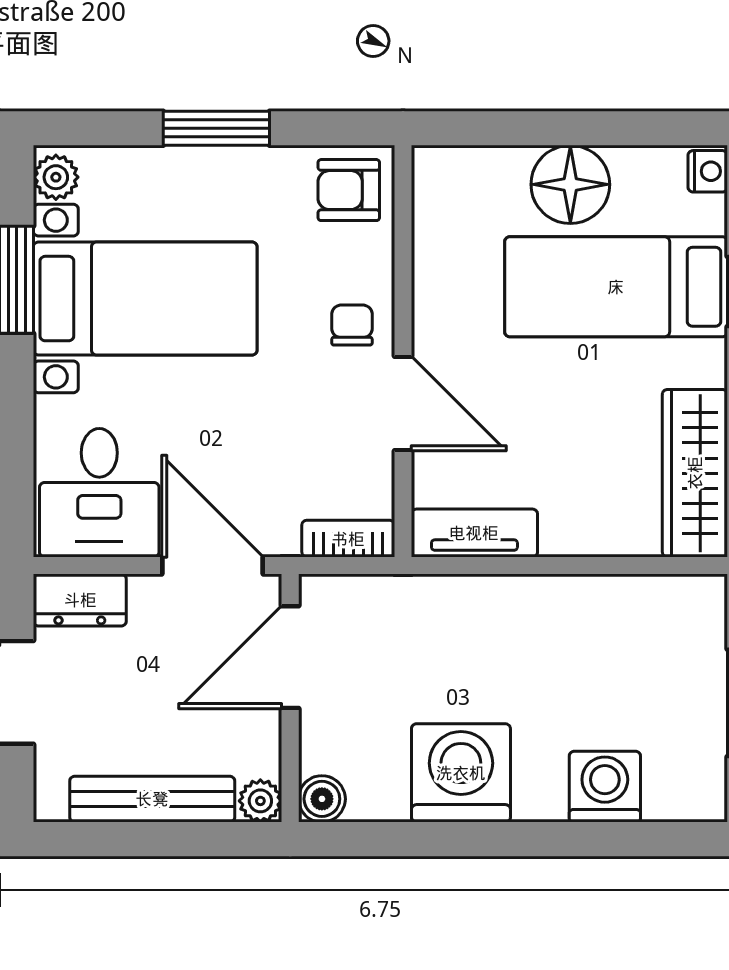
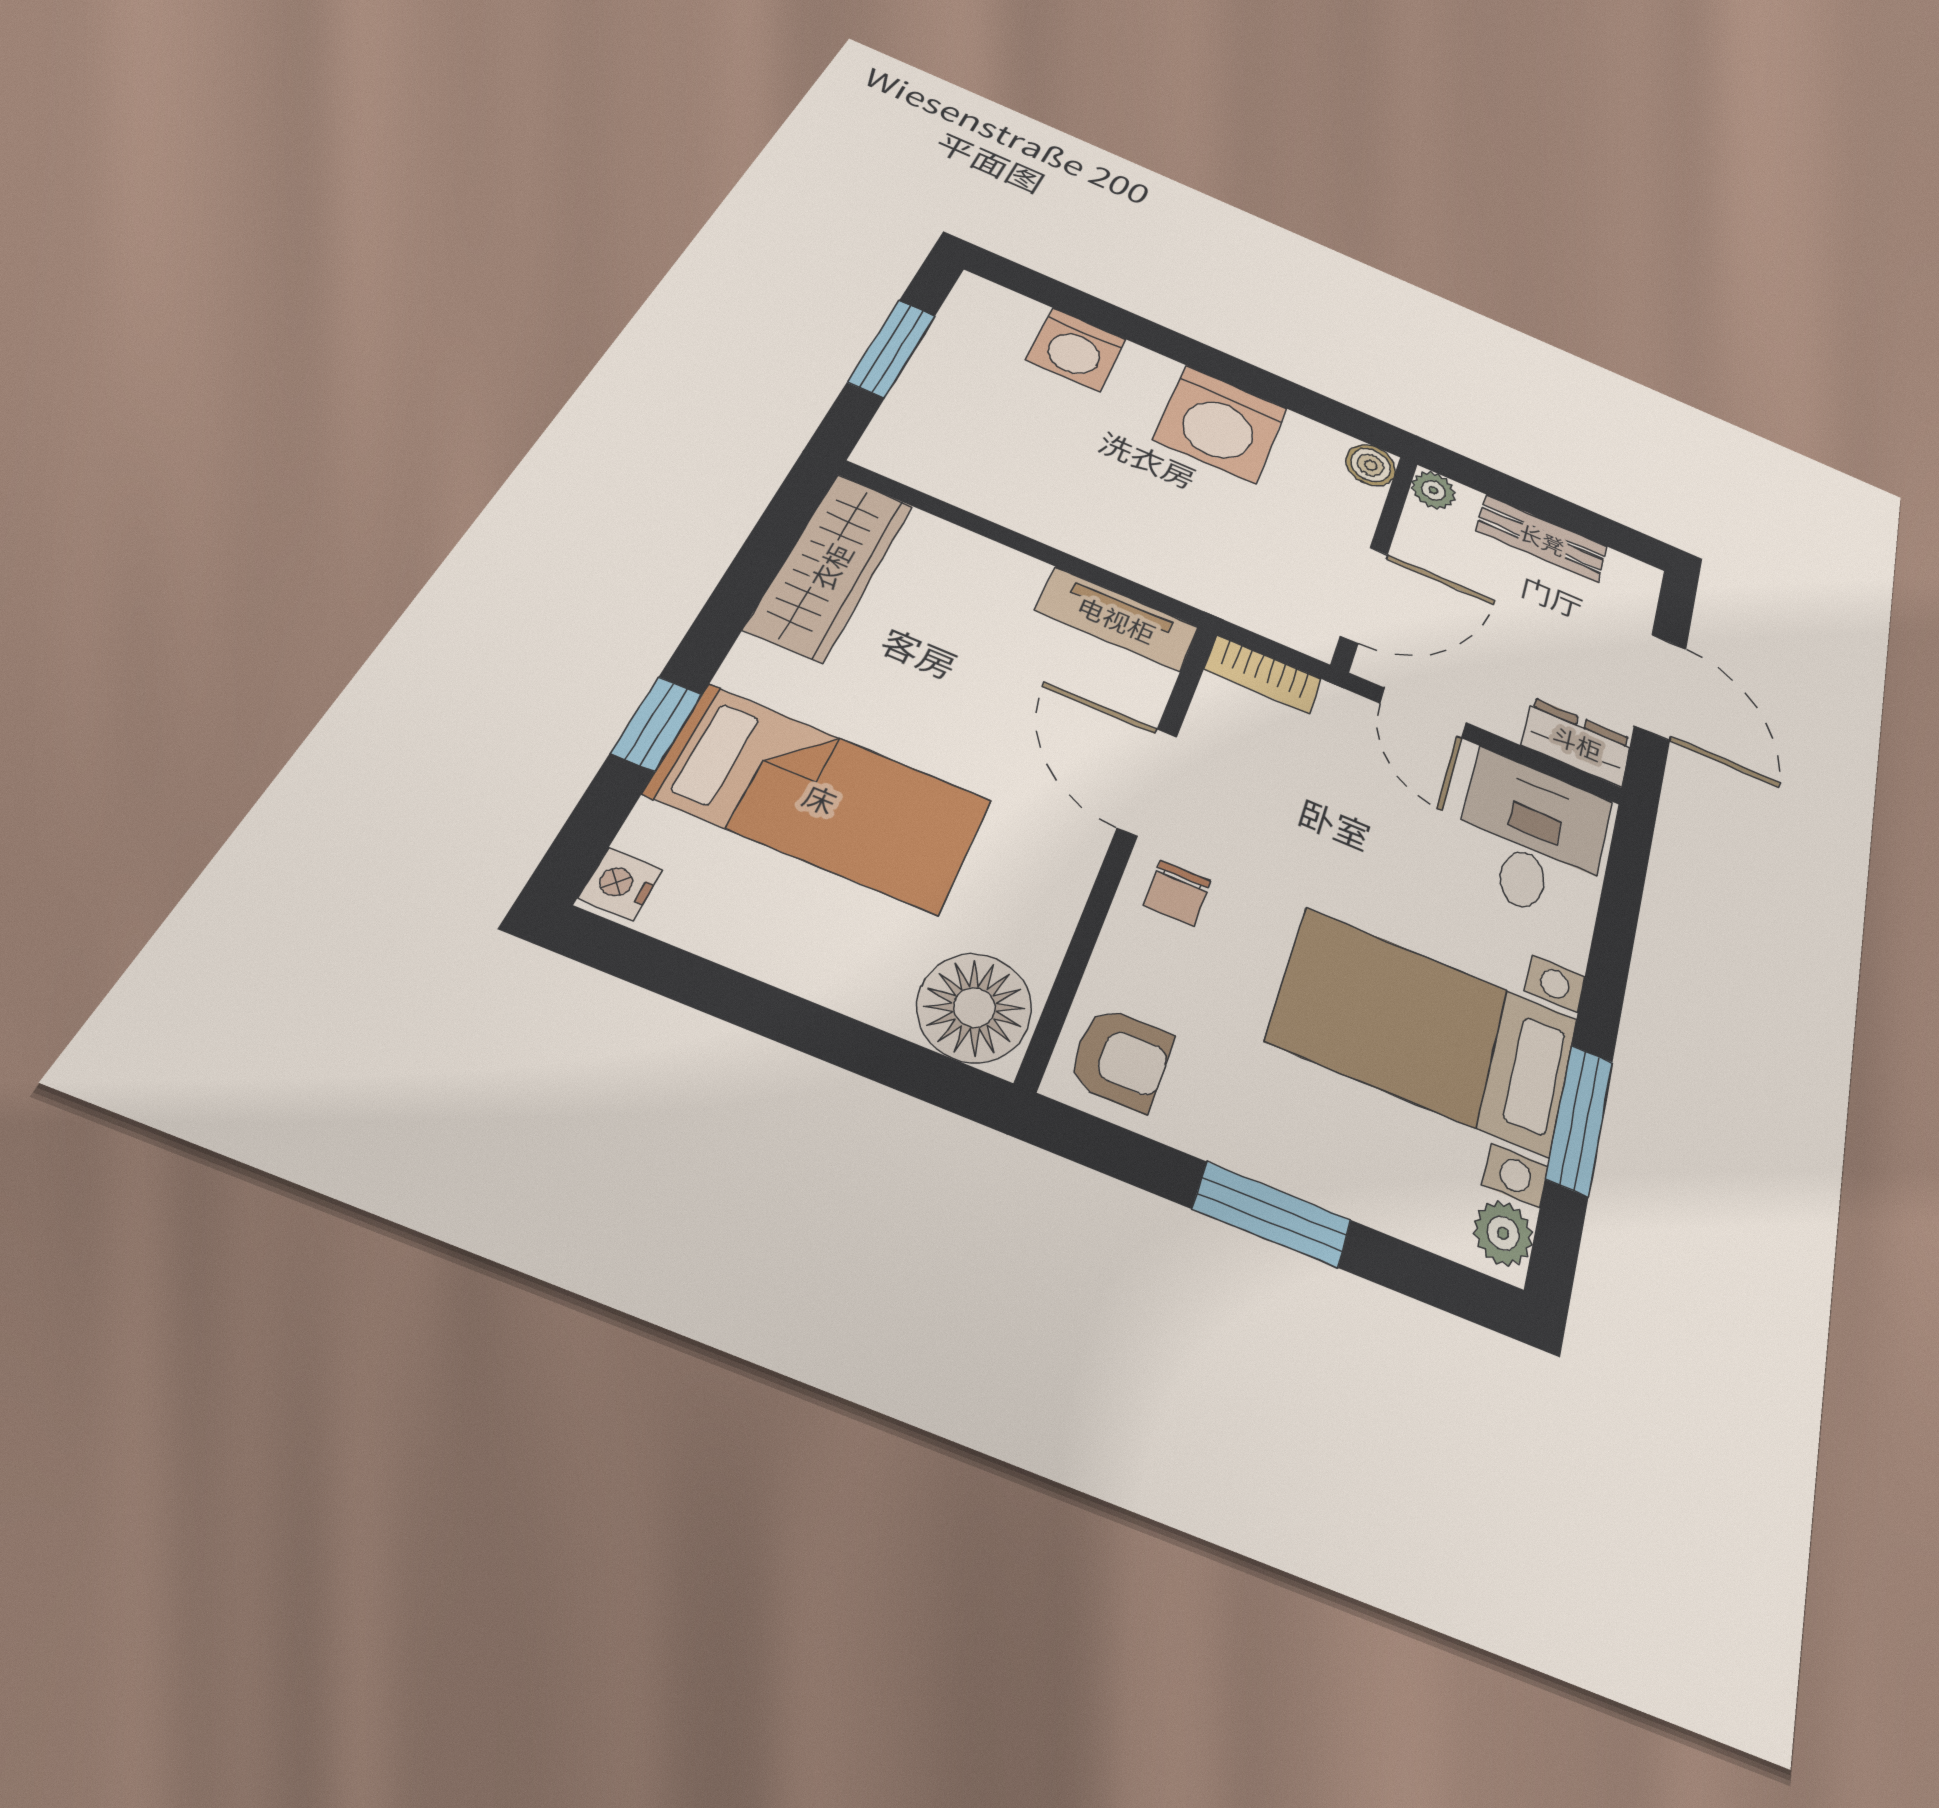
floor lamp: (570, 184) -> (974, 1007), moved
door: (213, 566) -> (1423, 713), width x0.73
bench: (152, 799) -> (1542, 539), width x0.73

